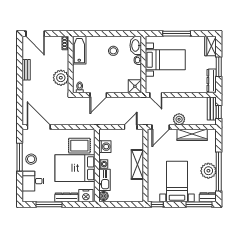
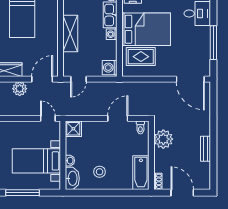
door: (35, 34) -> (182, 193), moved
washing machine: (105, 147) -> (110, 68), moved
stool: (31, 159) -> (199, 40), removed

